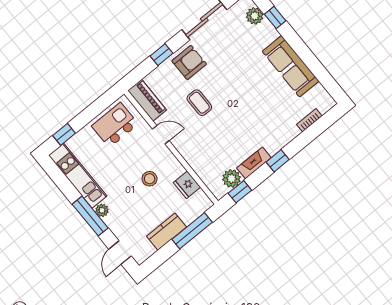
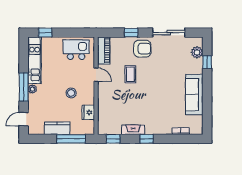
plant: (232, 178) -> (115, 128), removed

